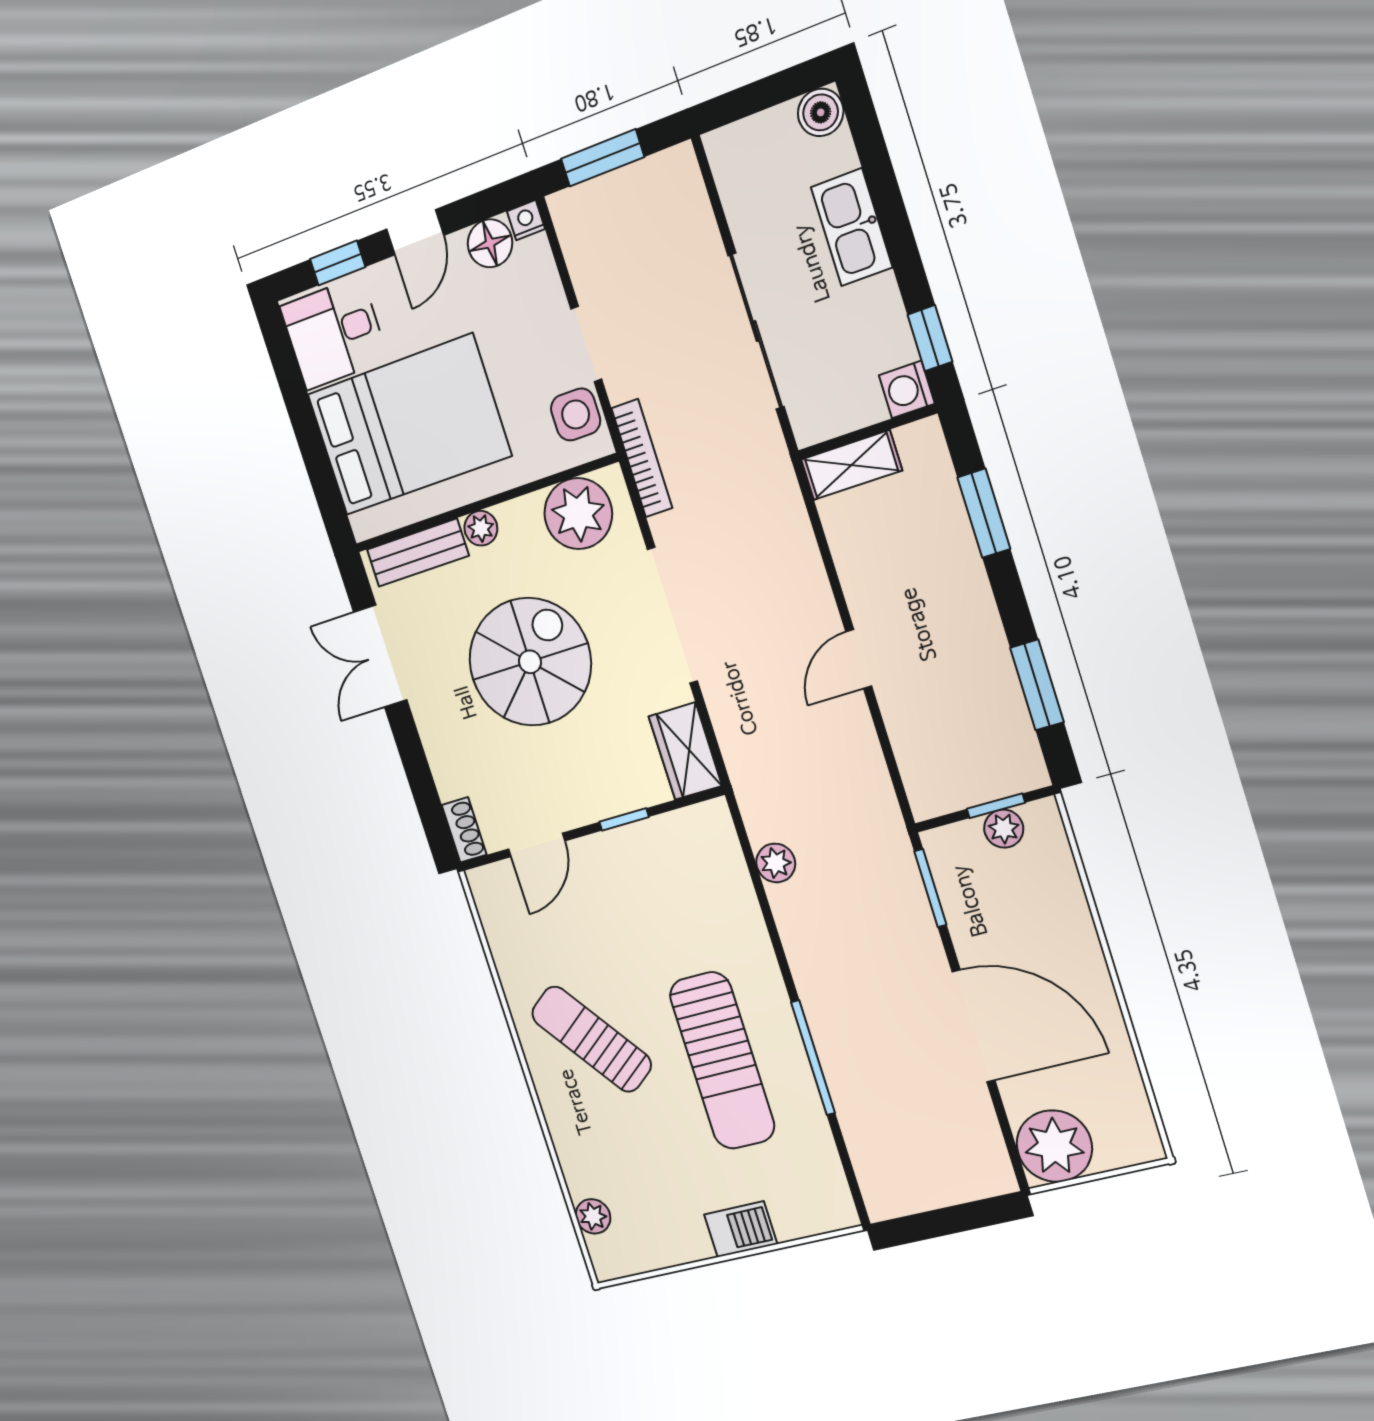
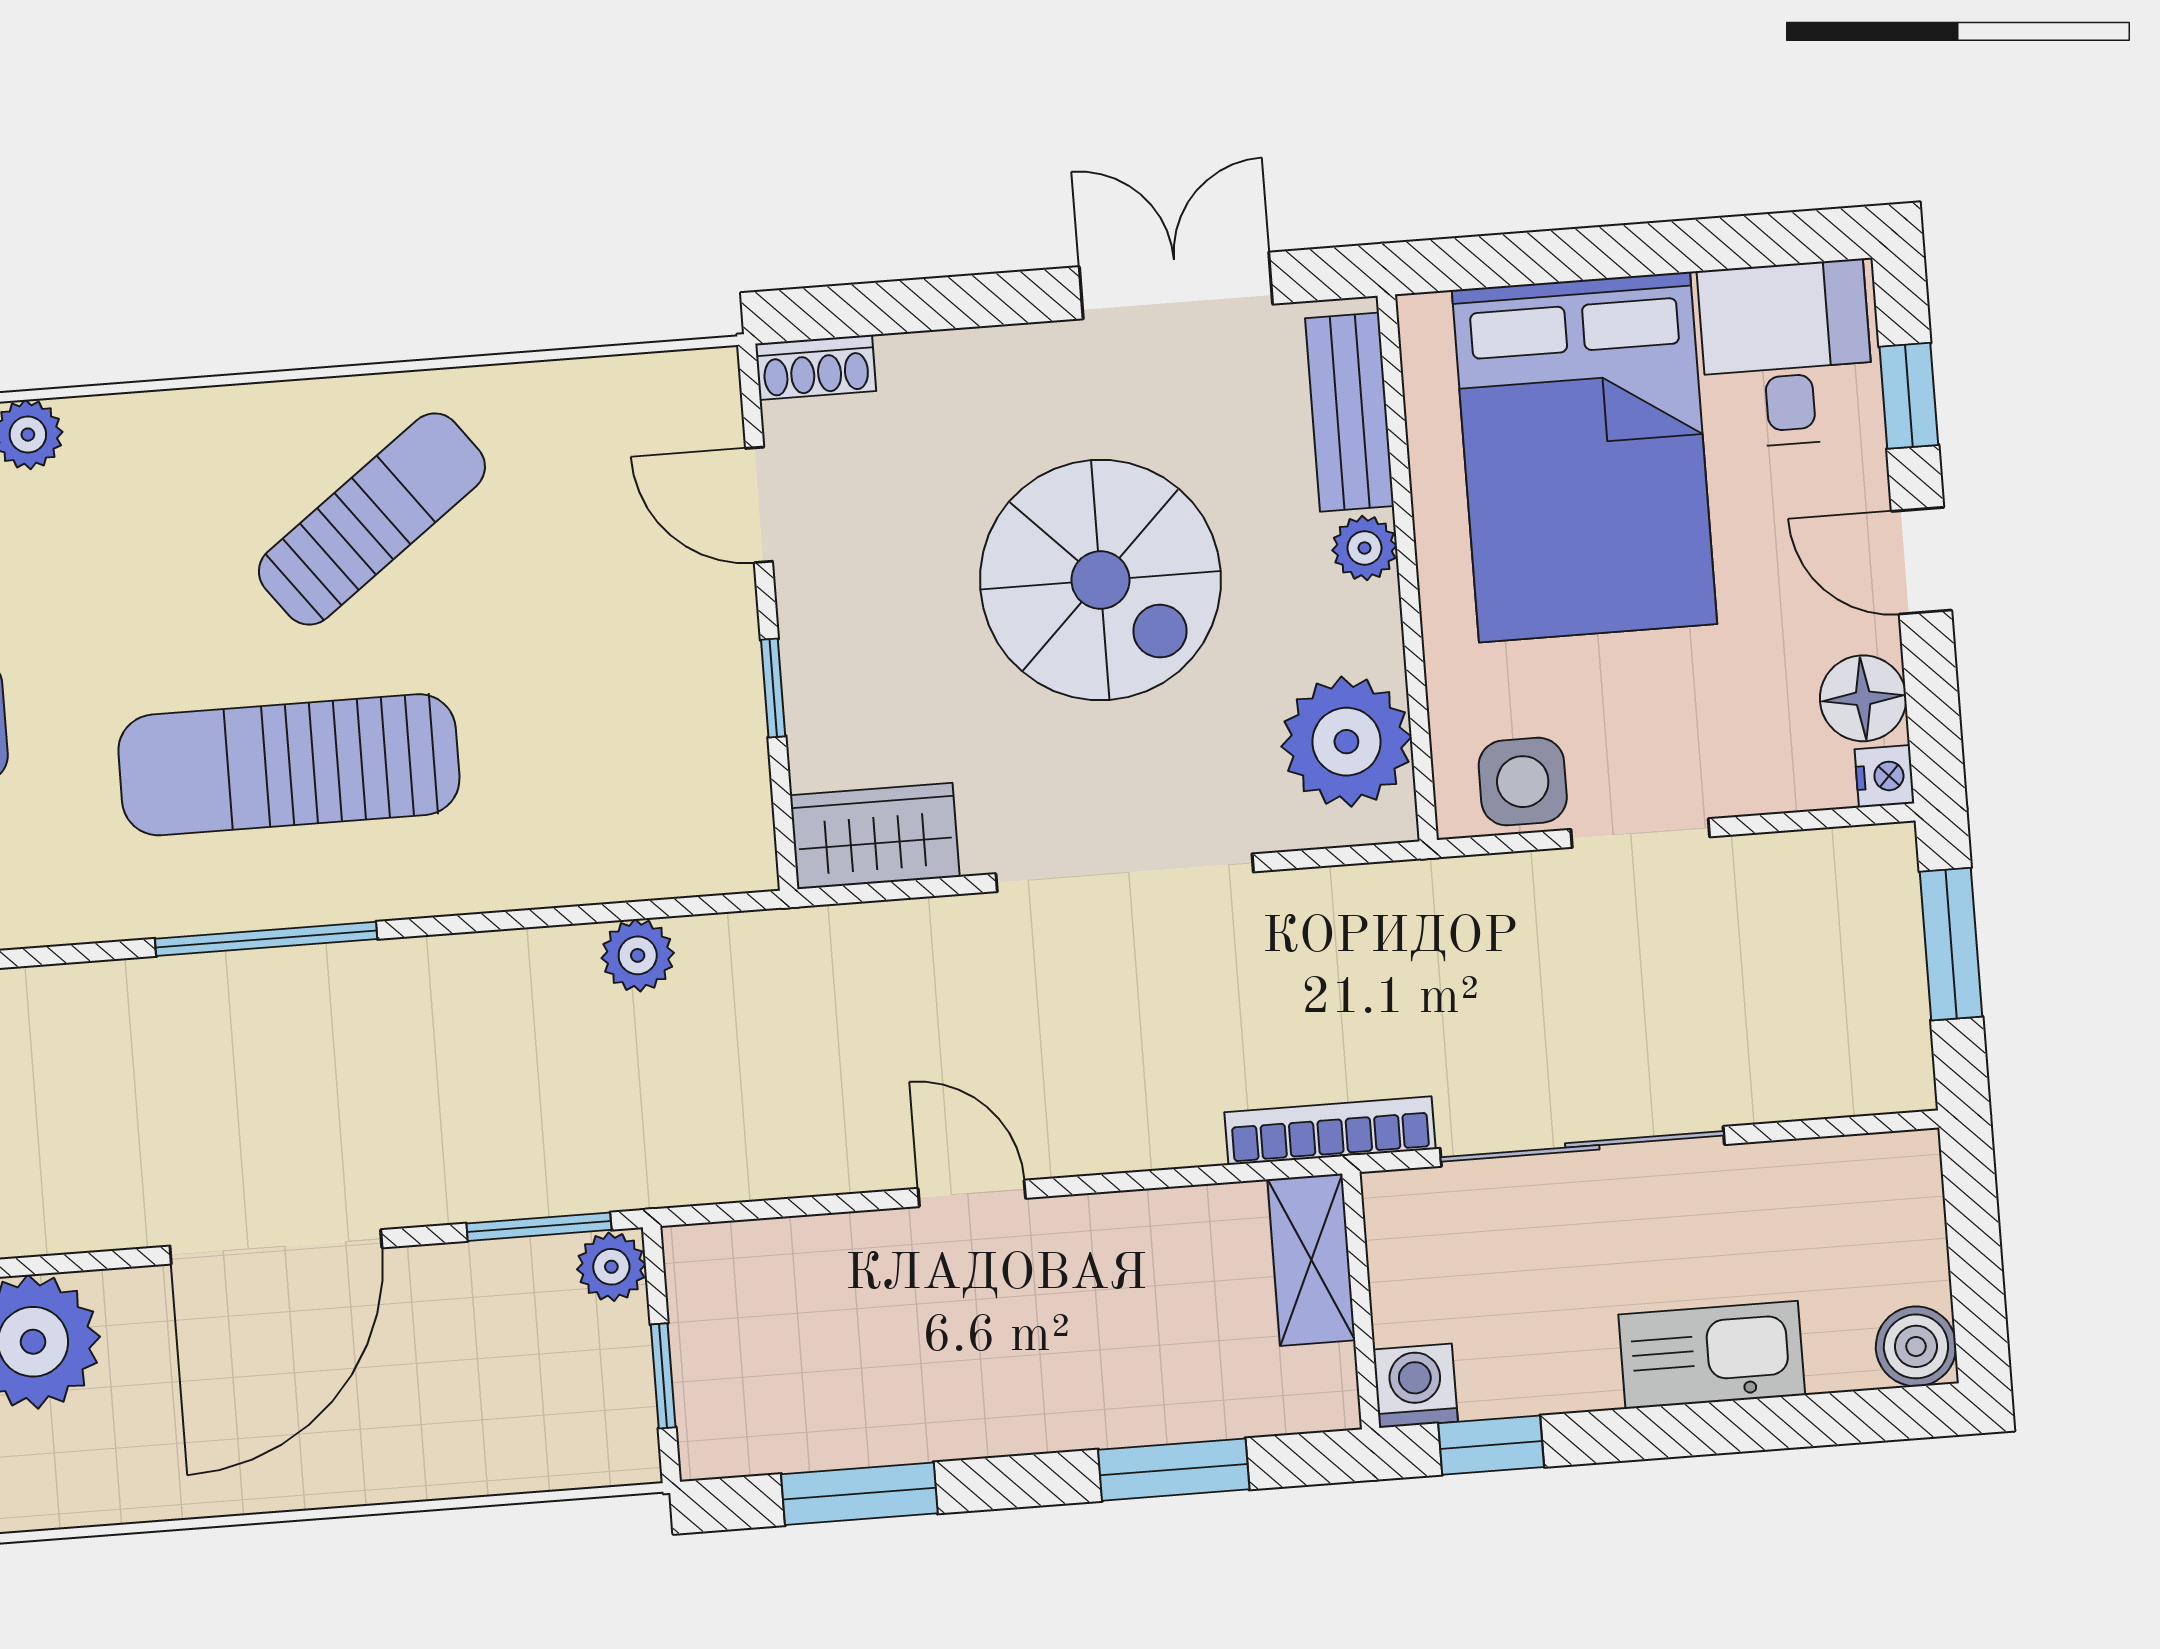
bookcase: (642, 458) -> (1330, 1131), moved, turned 180
plant: (1004, 829) -> (611, 1267), moved

